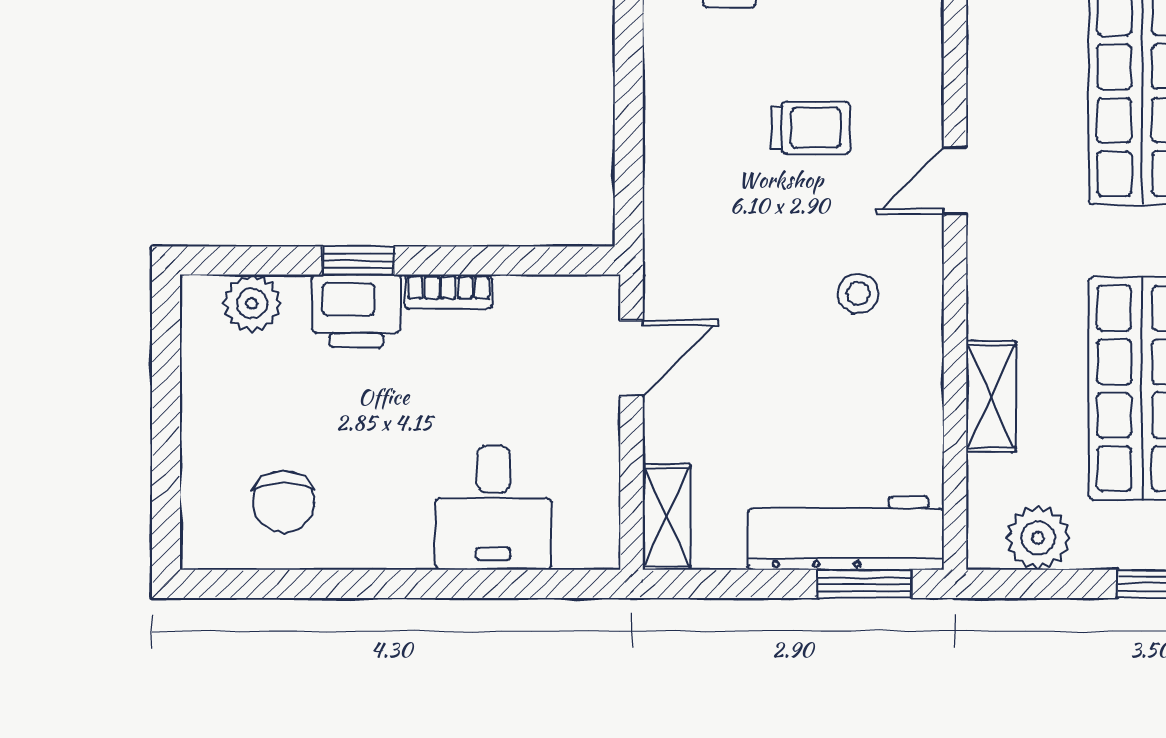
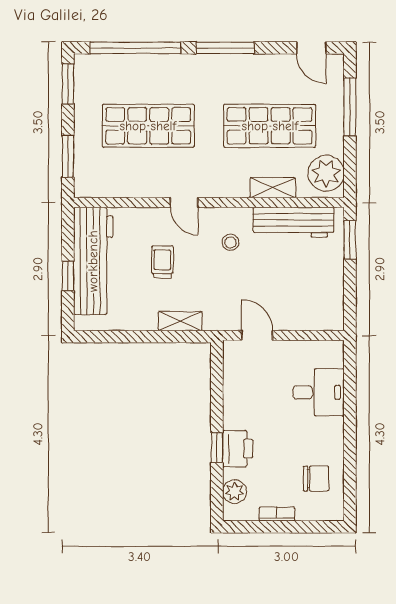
bookcase: (448, 292) -> (277, 514), moved, turned -90
shelving: (667, 517) -> (180, 321), moved
workbench: (846, 533) -> (293, 222), moved, turned -90
plant: (1038, 538) -> (326, 173), width x1.36, depth x1.36

